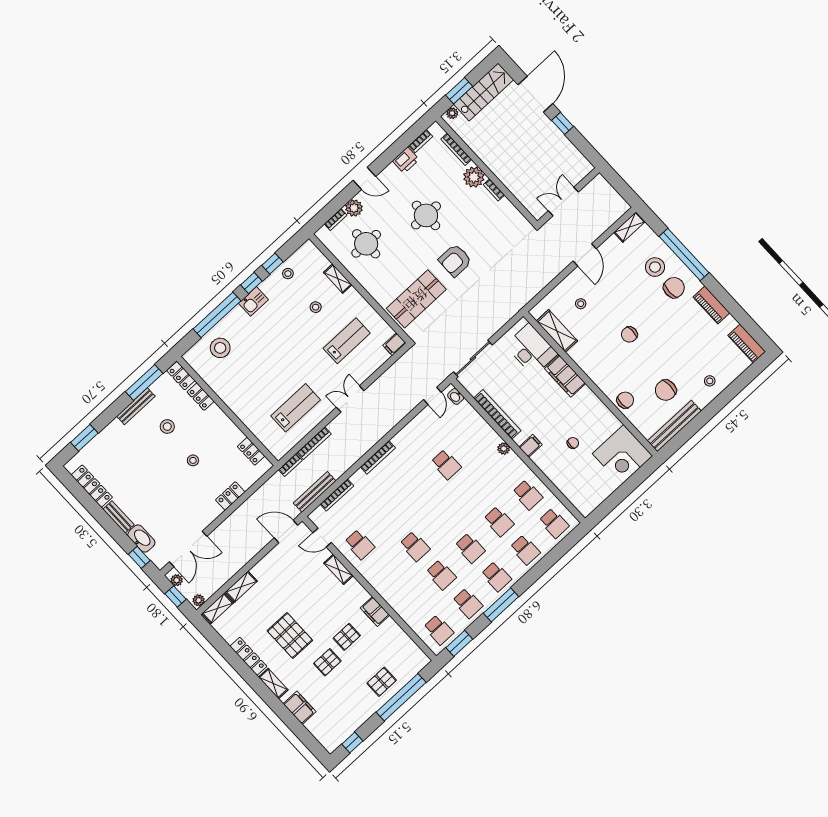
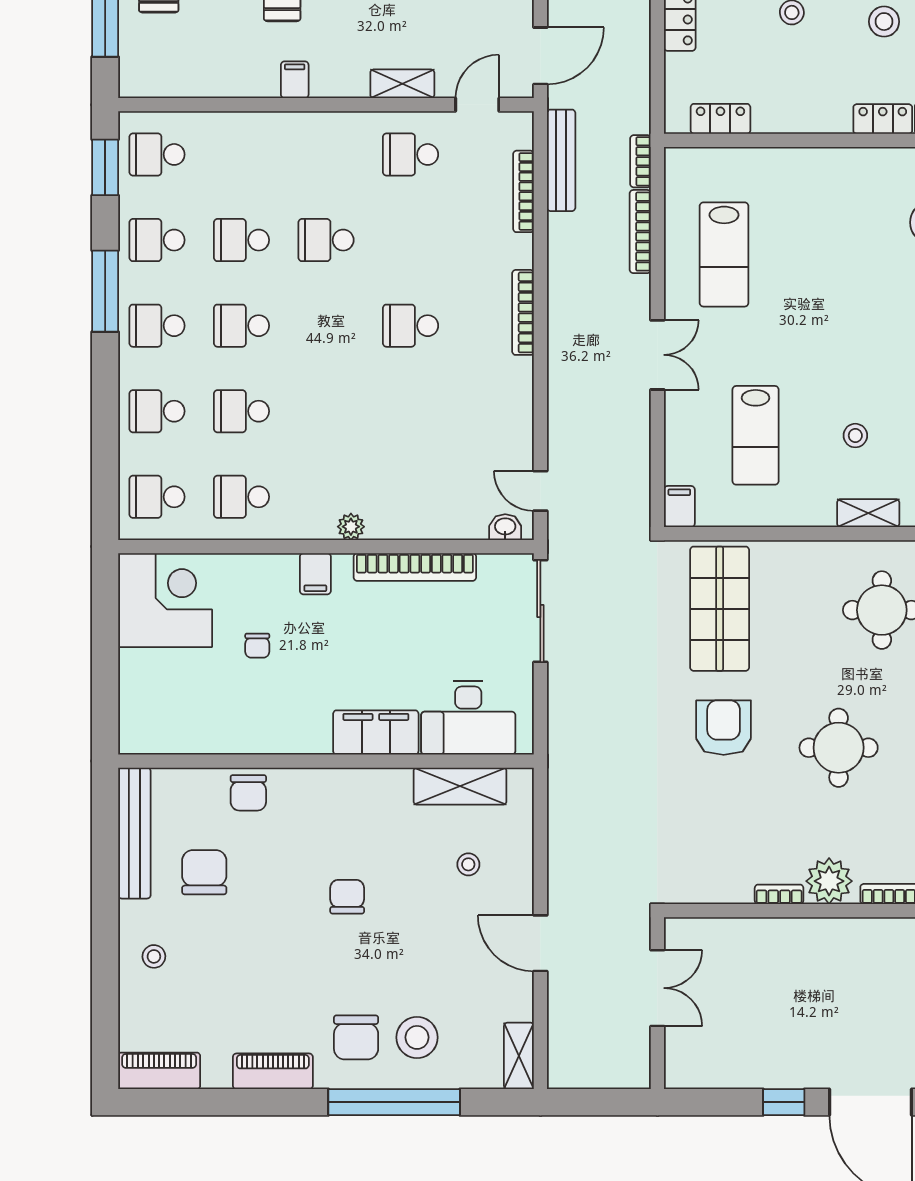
corner desk: (622, 455) -> (165, 600), moved, turned 90
school desk: (446, 464) -> (411, 326), moved
filing cabinet: (375, 611) -> (295, 80), width x0.50

